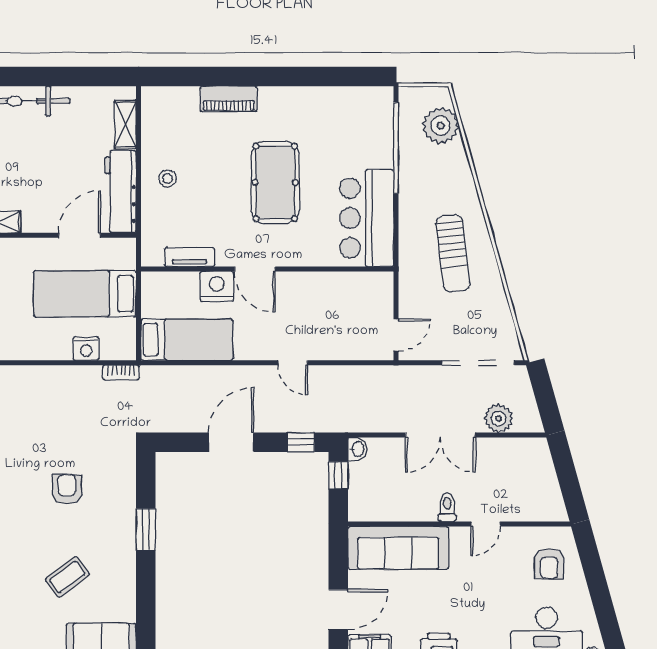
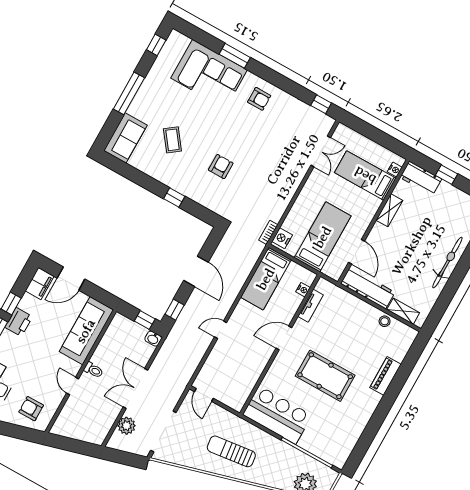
stool: (168, 178) -> (385, 321), moved
nightstand: (217, 286) -> (303, 290), moved, width x0.53, depth x0.56
nightstand: (86, 349) -> (282, 238), moved
armchair: (67, 489) -> (221, 167), turned -90
window: (146, 529) -> (174, 198), width x0.67
door: (338, 609) -> (71, 279), hinge flipped

